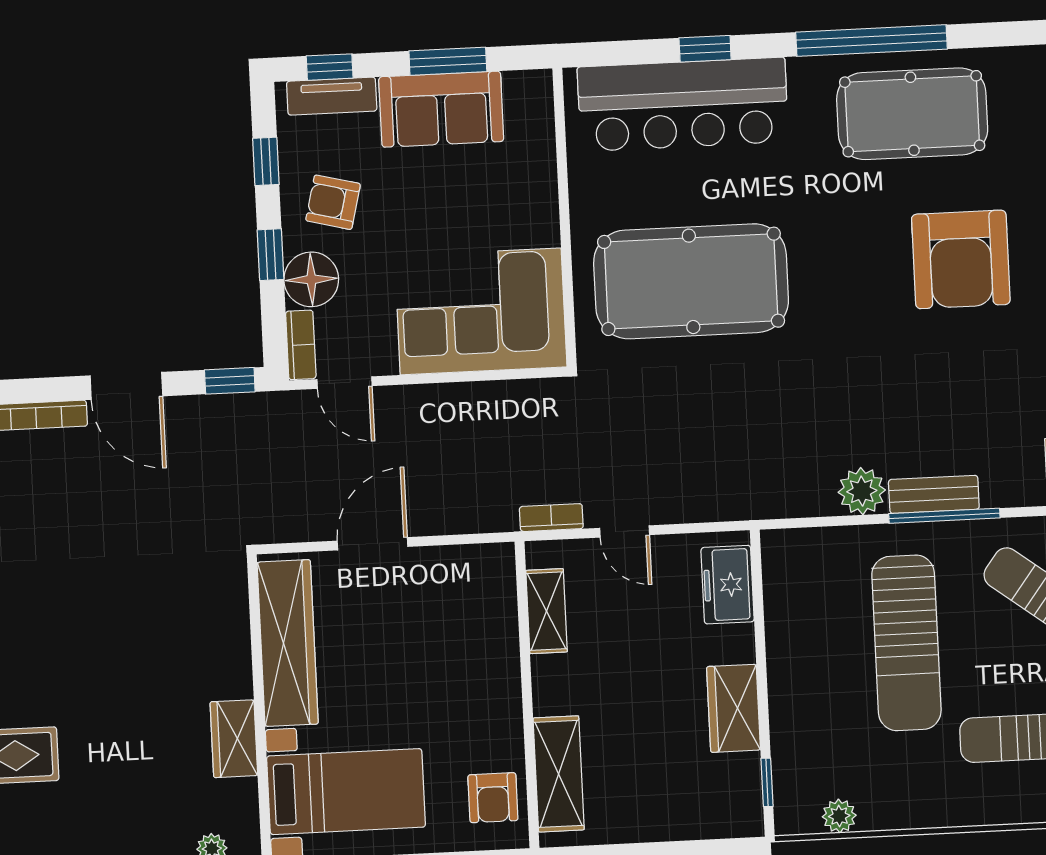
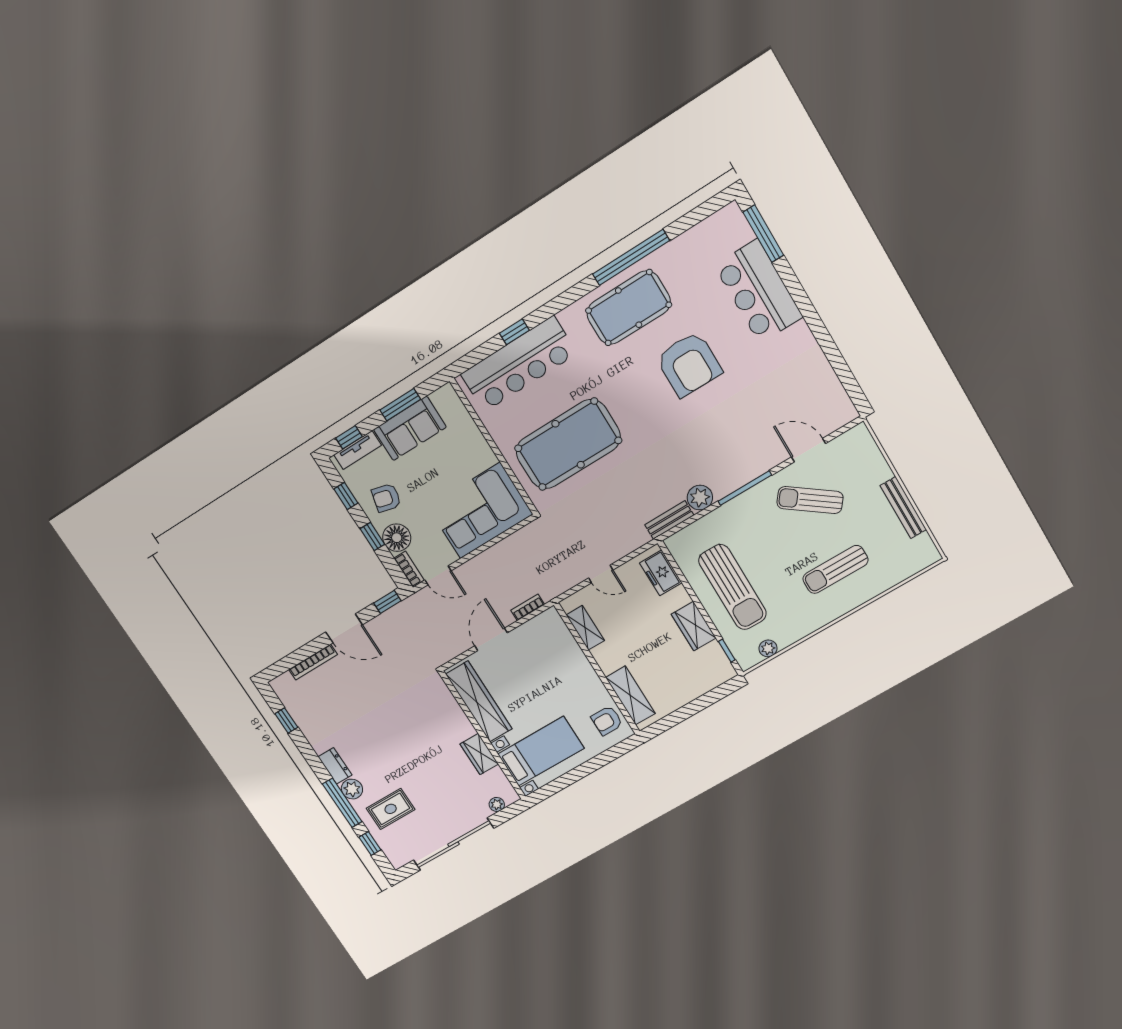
window: (871, 41) -> (631, 257), moved
bench: (934, 494) -> (669, 520), moved
bookcase: (551, 518) -> (528, 607), moved
sun lounger: (906, 643) -> (733, 587), moved
armchair: (493, 798) -> (607, 721), turned 90

